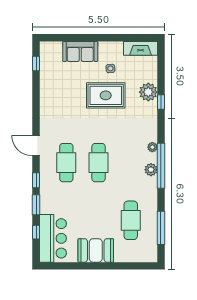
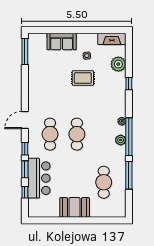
window: (36, 64) -> (25, 51), width x2.17
plant: (148, 92) -> (118, 64), moved
rug: (106, 95) -> (83, 78), width x0.73, depth x0.70
door: (36, 146) -> (25, 120), hinge flipped
window: (161, 228) -> (129, 175), moved
bar counter: (53, 238) -> (39, 178), moved

